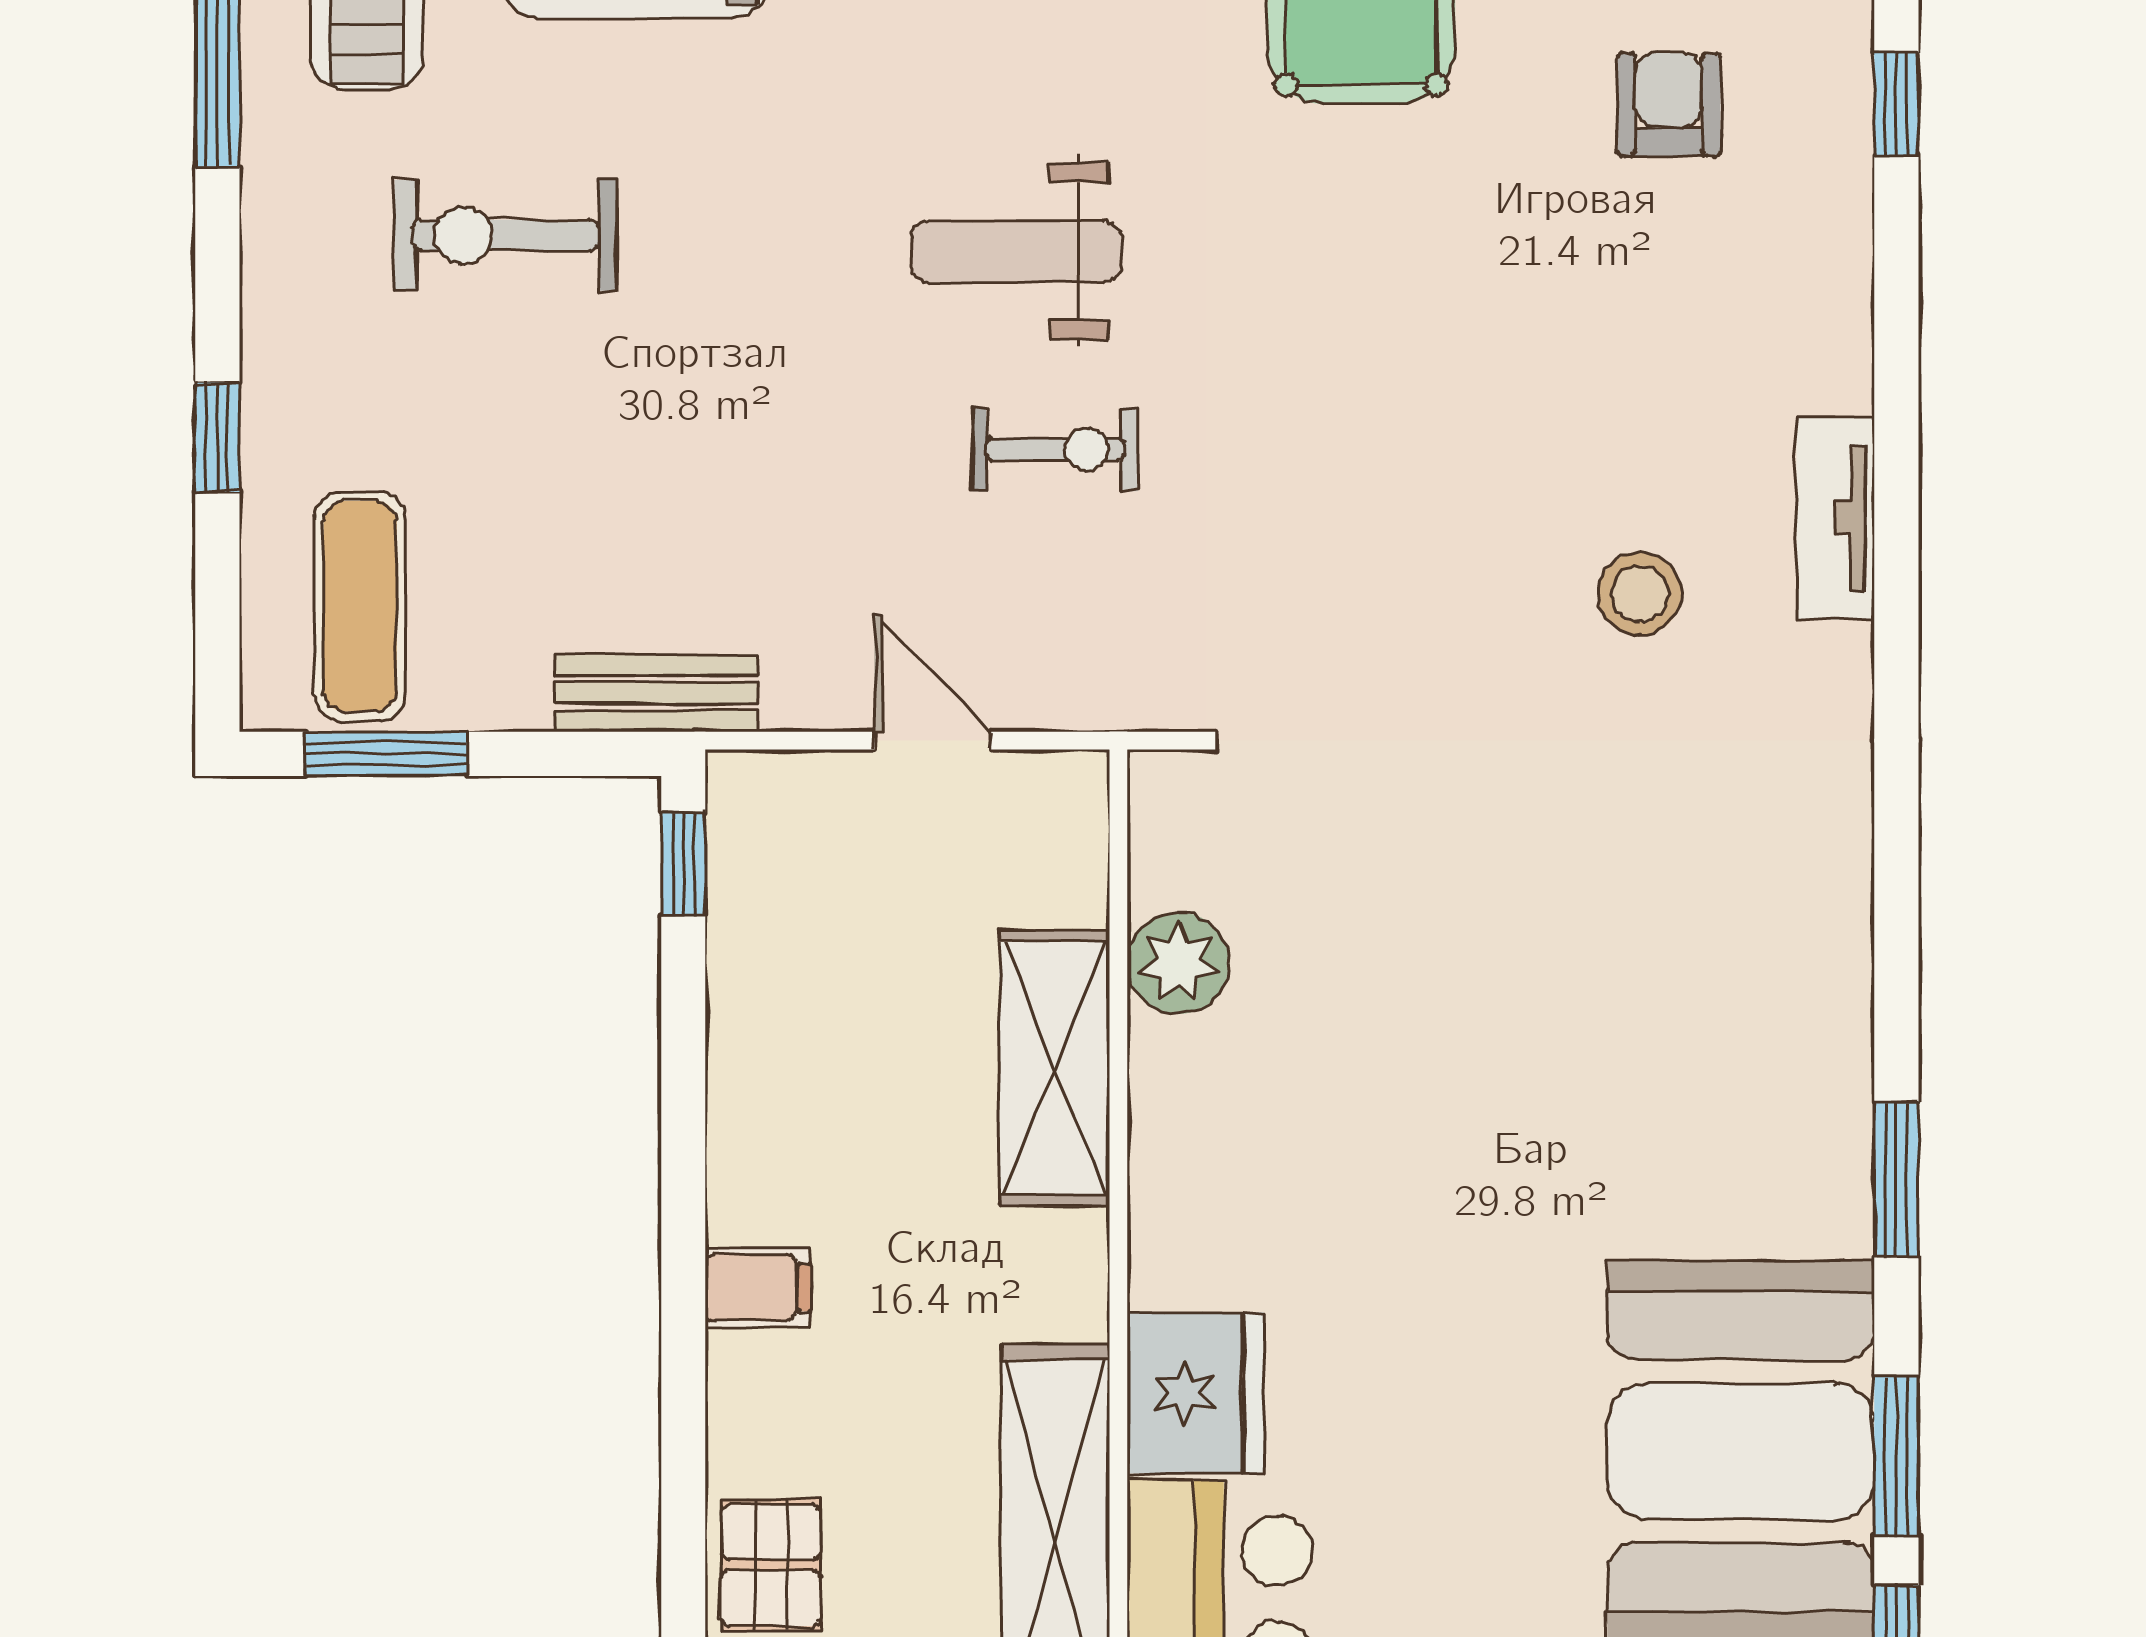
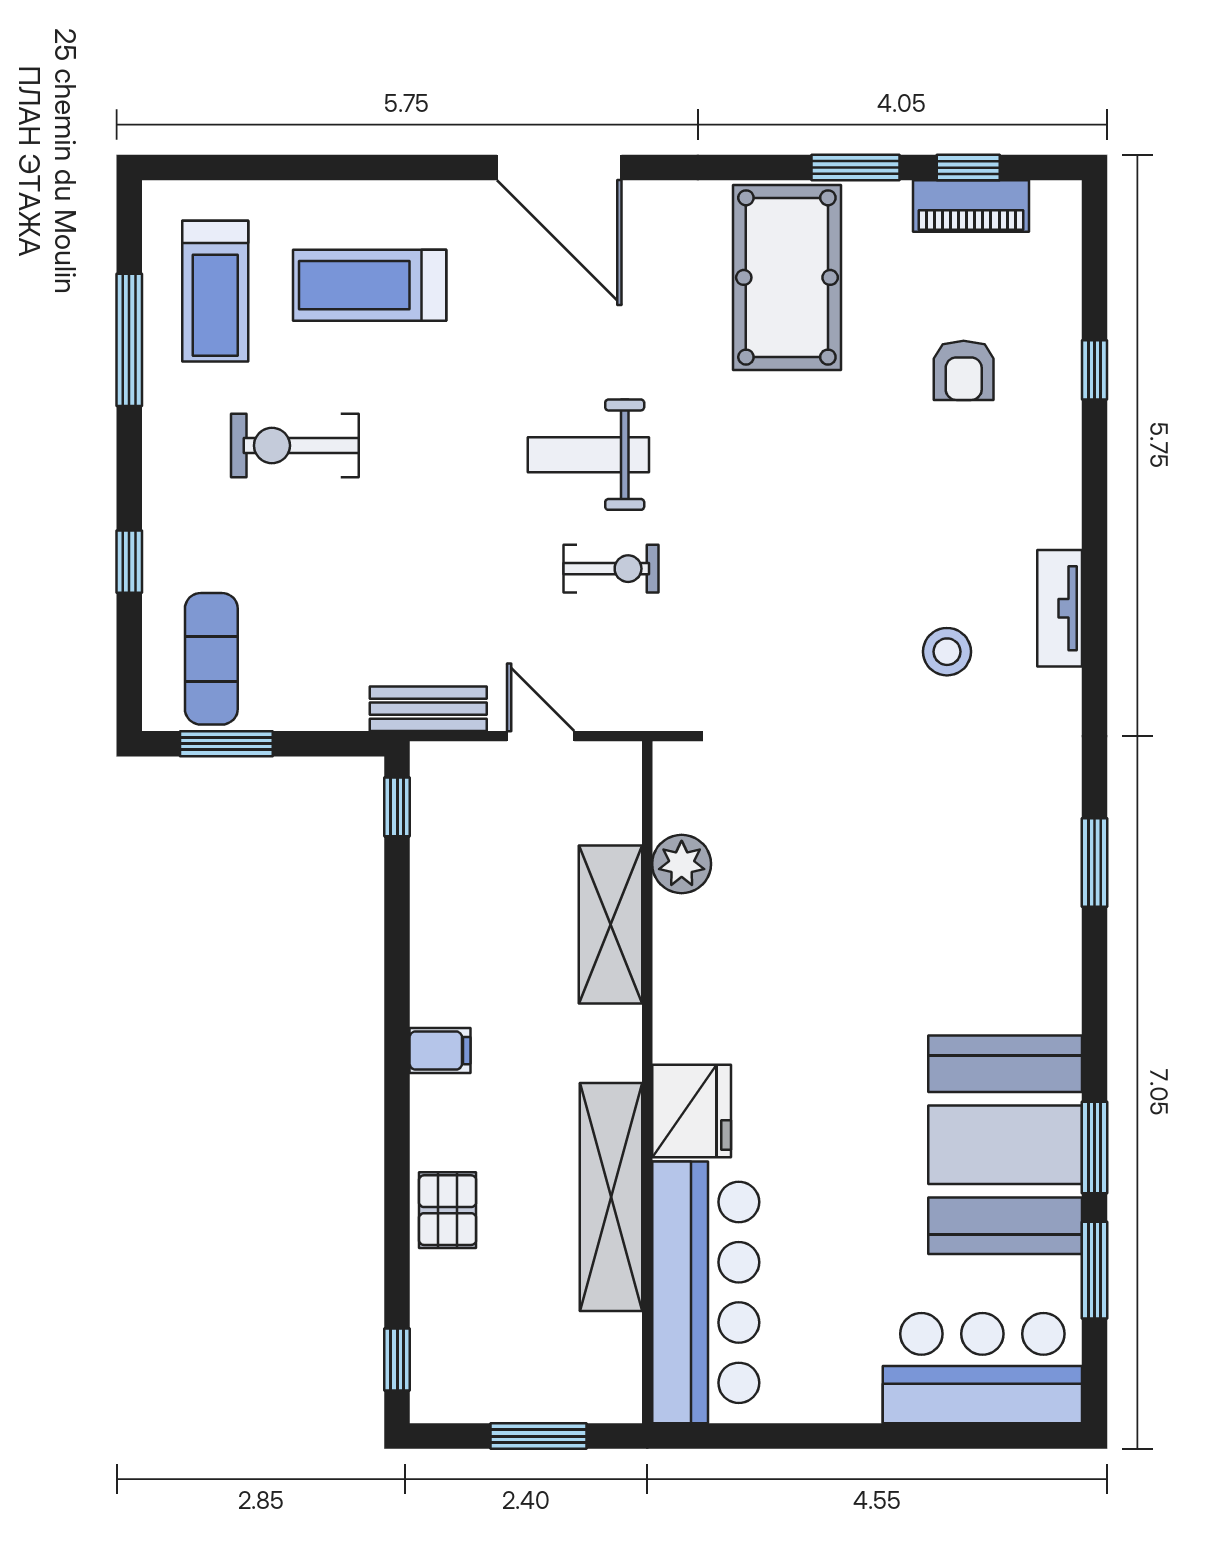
armchair: (1669, 105) -> (964, 370), turned 180
bench: (656, 693) -> (428, 709), moved
window: (1896, 1179) -> (1095, 862), moved

